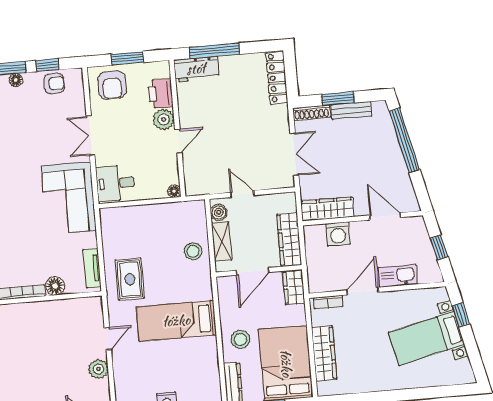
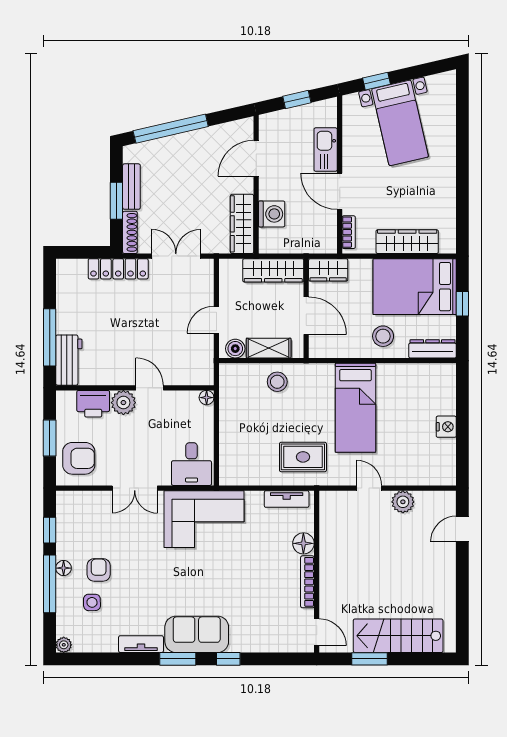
locker: (277, 78) -> (118, 269), moved
armchair: (54, 83) -> (99, 570), moved

